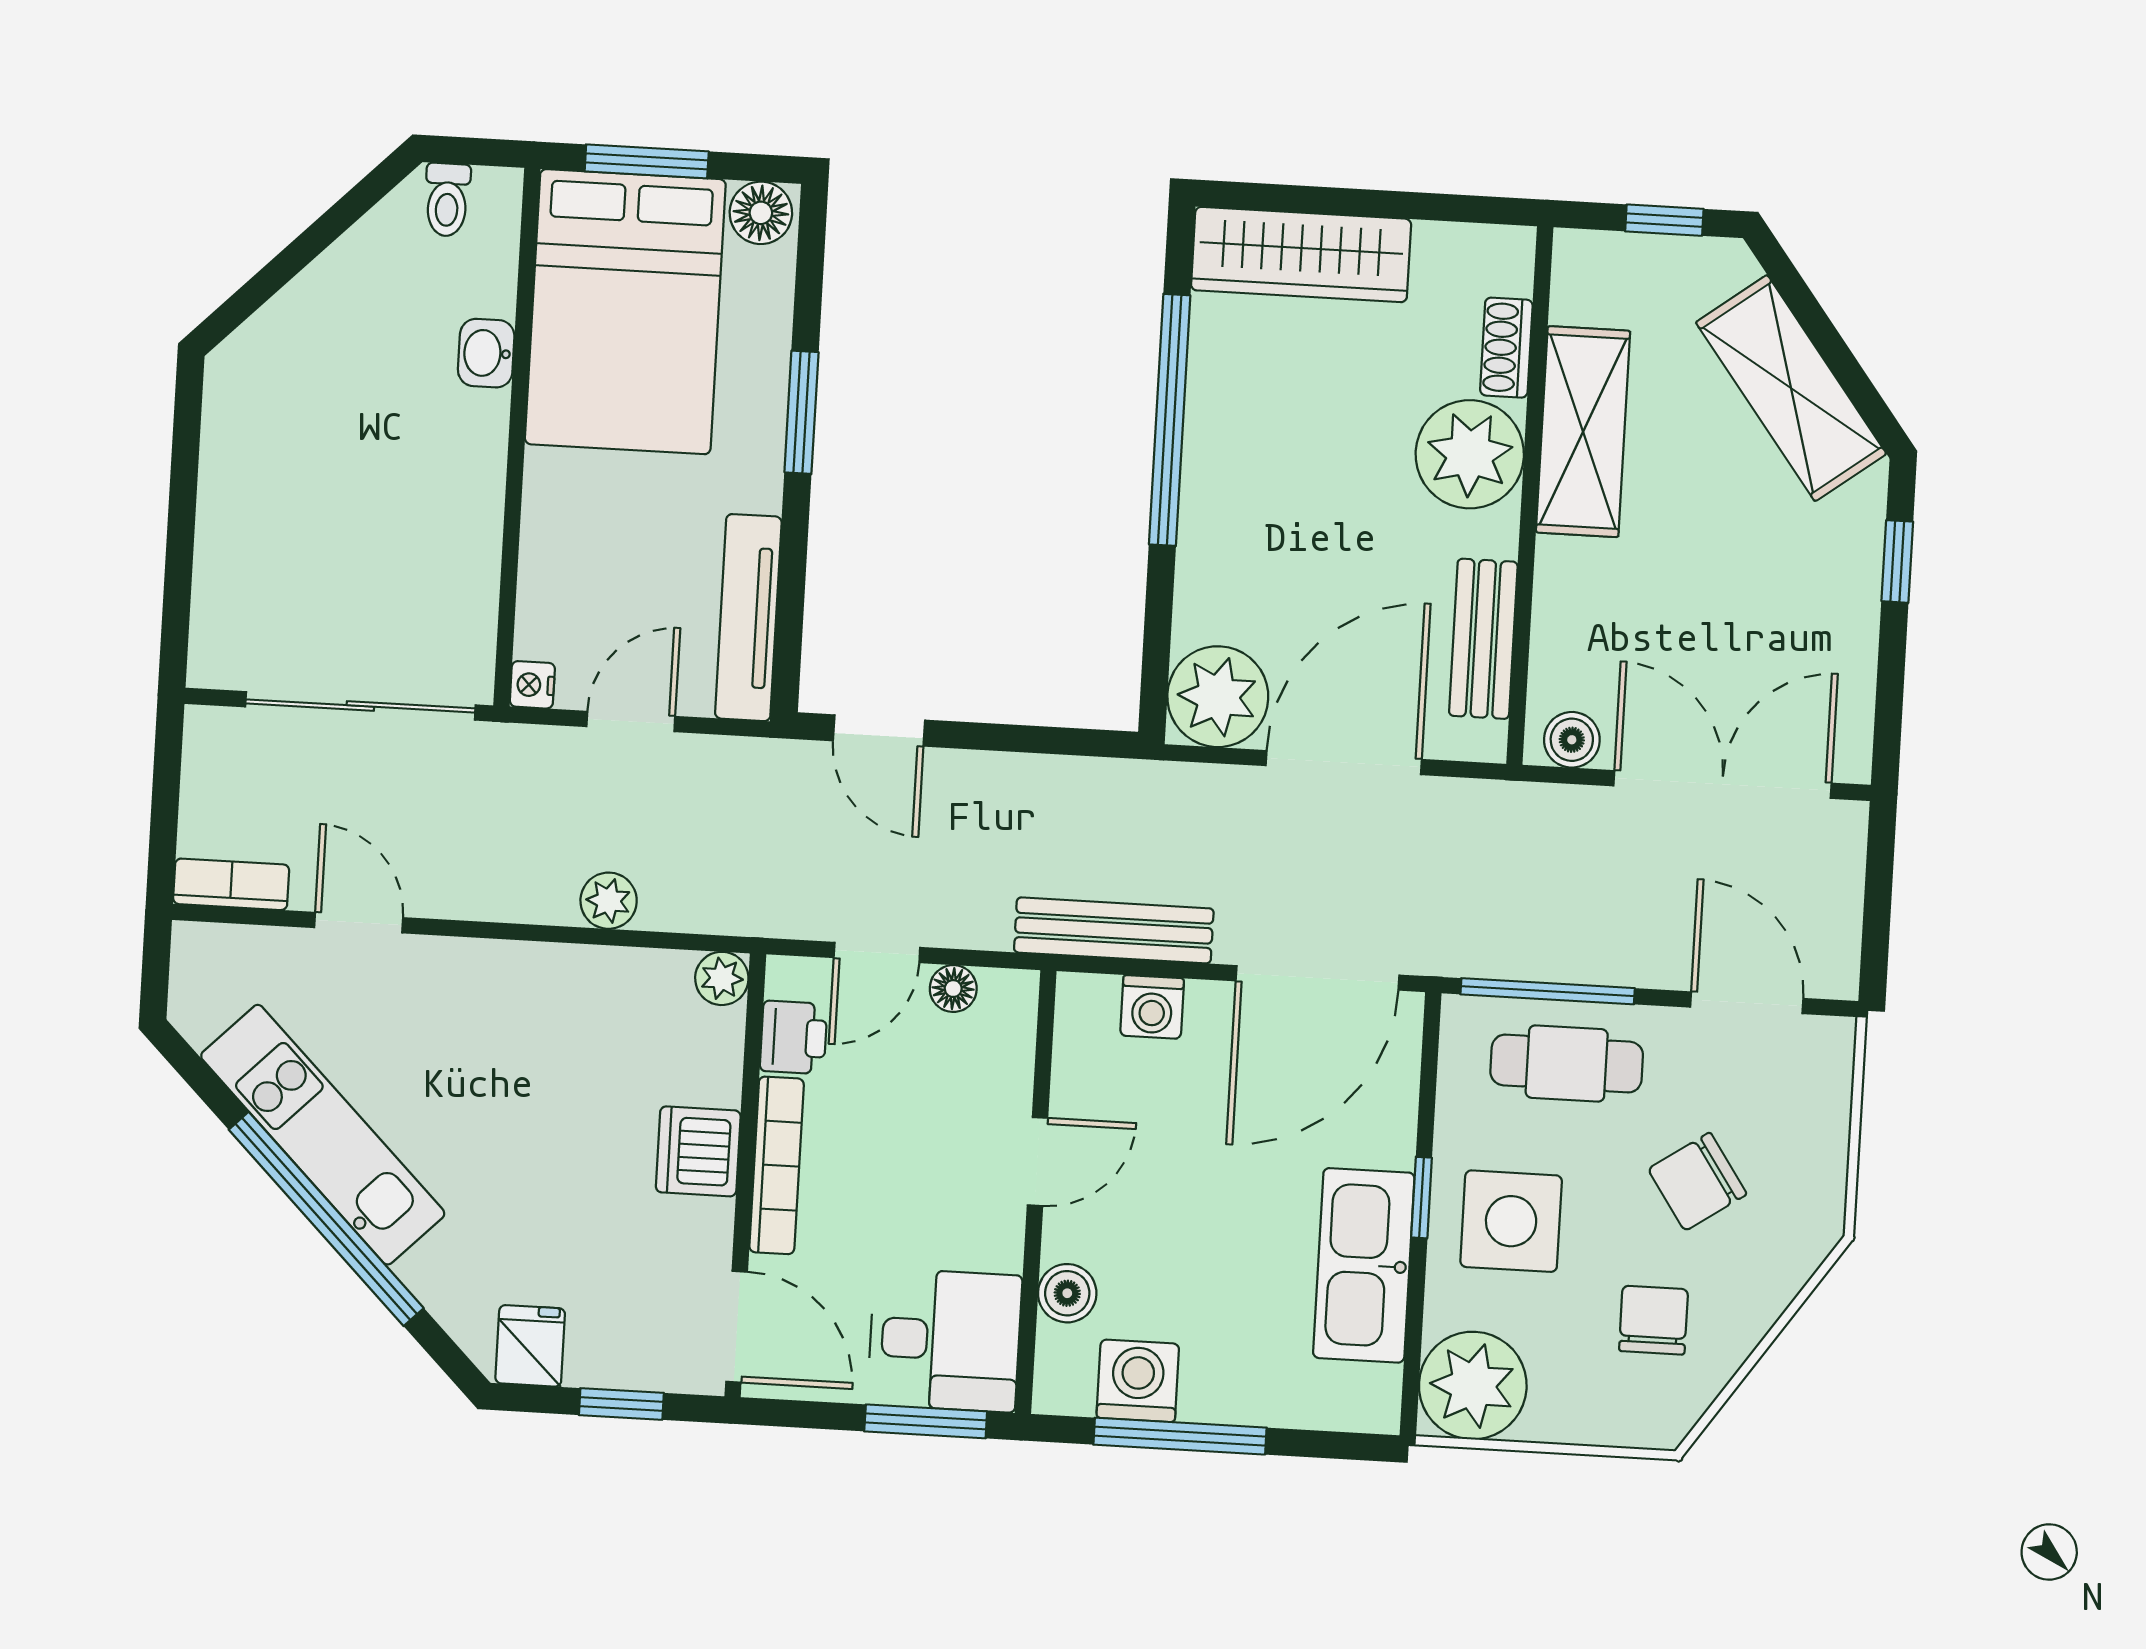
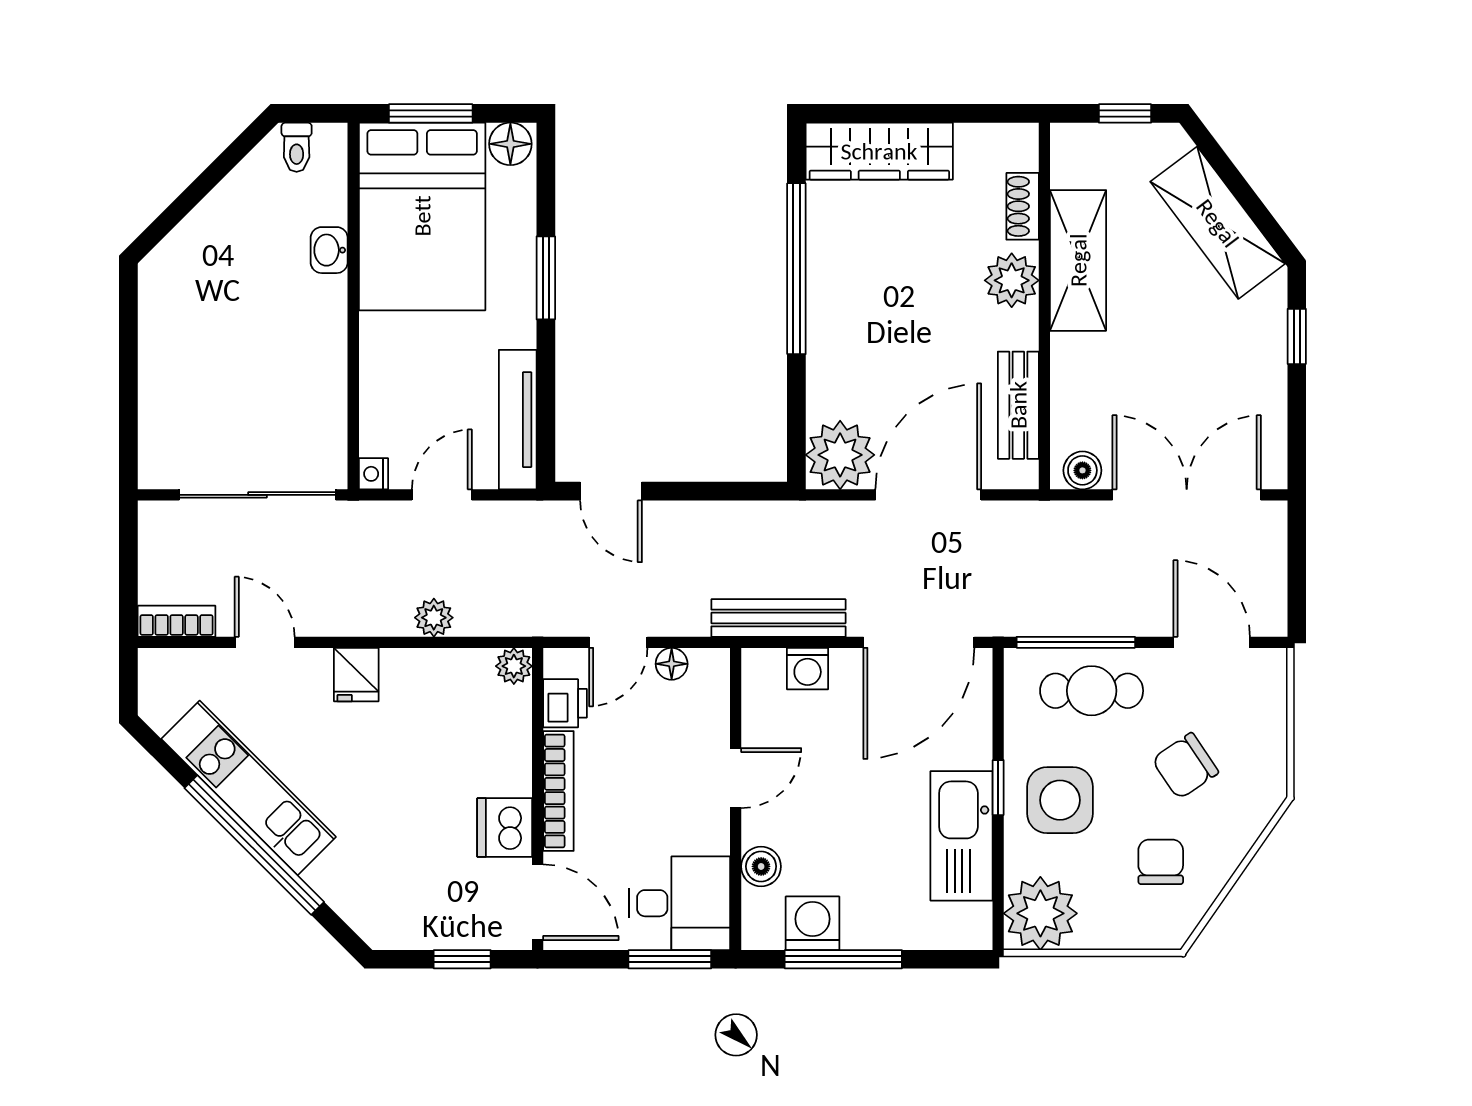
plant: (1470, 454) -> (1012, 280), width x0.73, depth x0.73
dishwasher: (698, 1151) -> (505, 828), moved
fridge: (530, 1346) -> (356, 675), moved, turned 180

